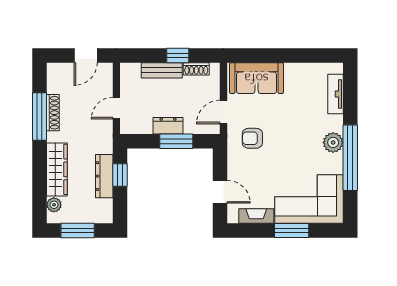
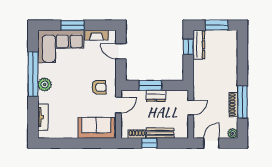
wardrobe: (57, 169) -> (231, 66), removed
window: (120, 175) -> (188, 47), moved
dresser: (104, 176) -> (199, 45), moved
plant: (54, 205) -> (233, 133), moved

